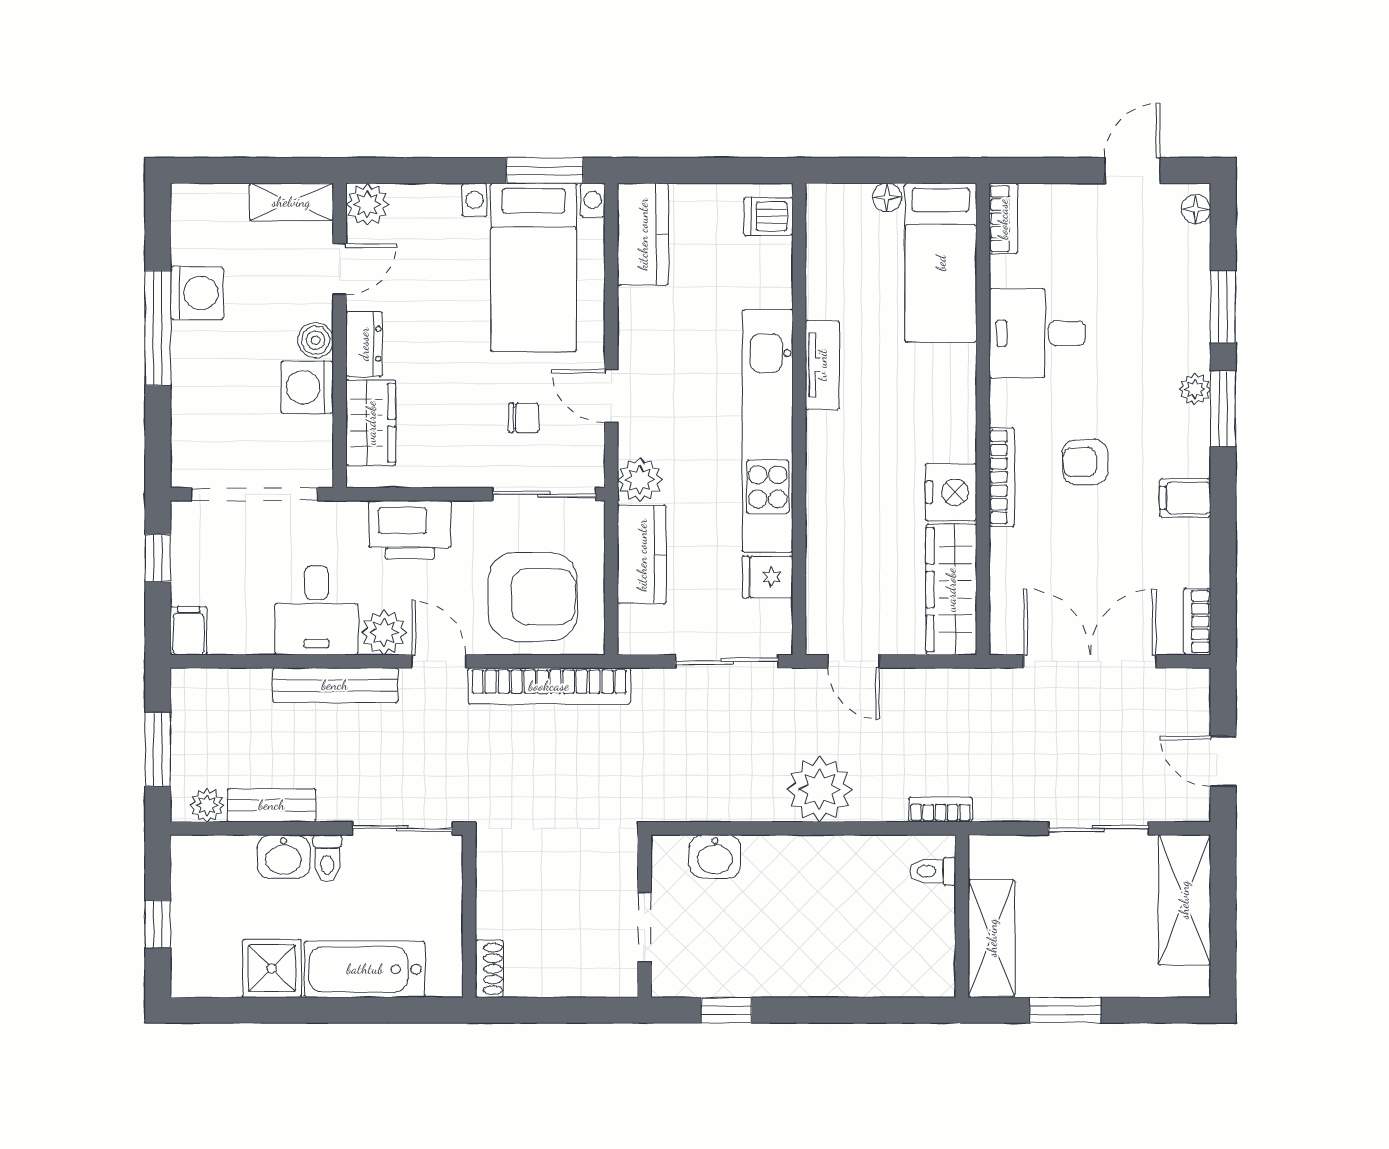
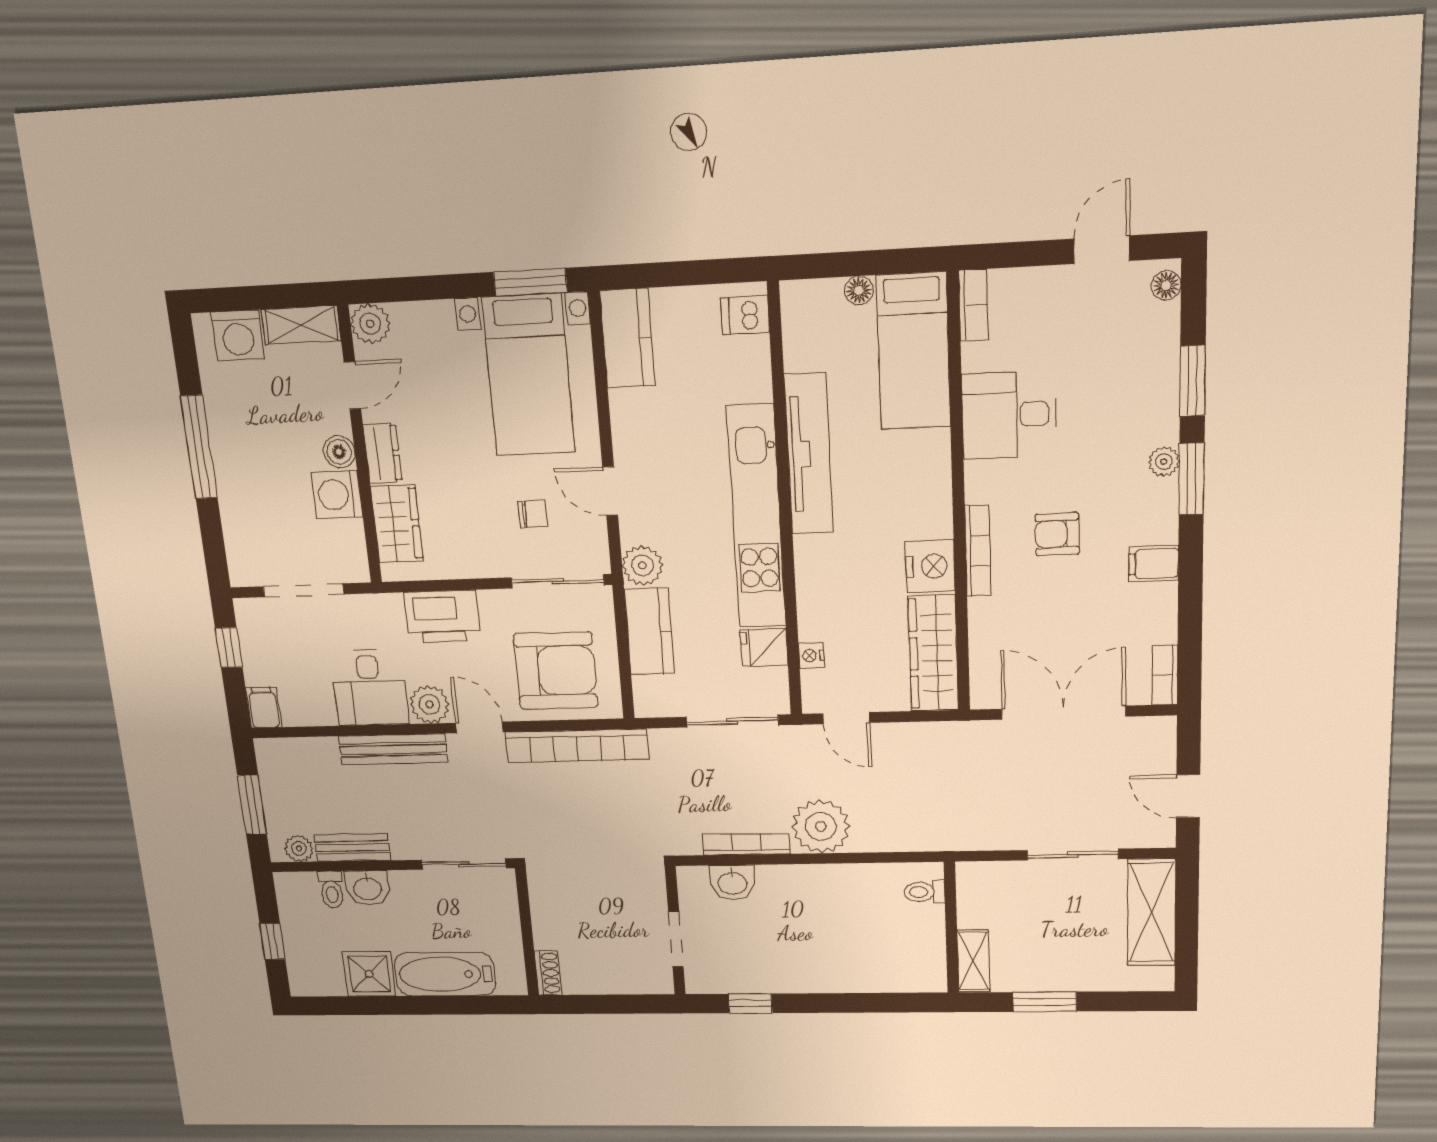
washing machine: (197, 293) -> (238, 336), moved, turned 90
tv unit: (822, 365) -> (809, 454), width x1.92, depth x1.29
doorway: (254, 494) -> (303, 590), width x0.73
nightstand: (819, 588) -> (811, 655), added
bookcase: (940, 809) -> (746, 844), moved, width x1.56
toilet: (327, 858) -> (332, 890), moved
shelving: (992, 938) -> (973, 961), width x0.67, depth x0.75

